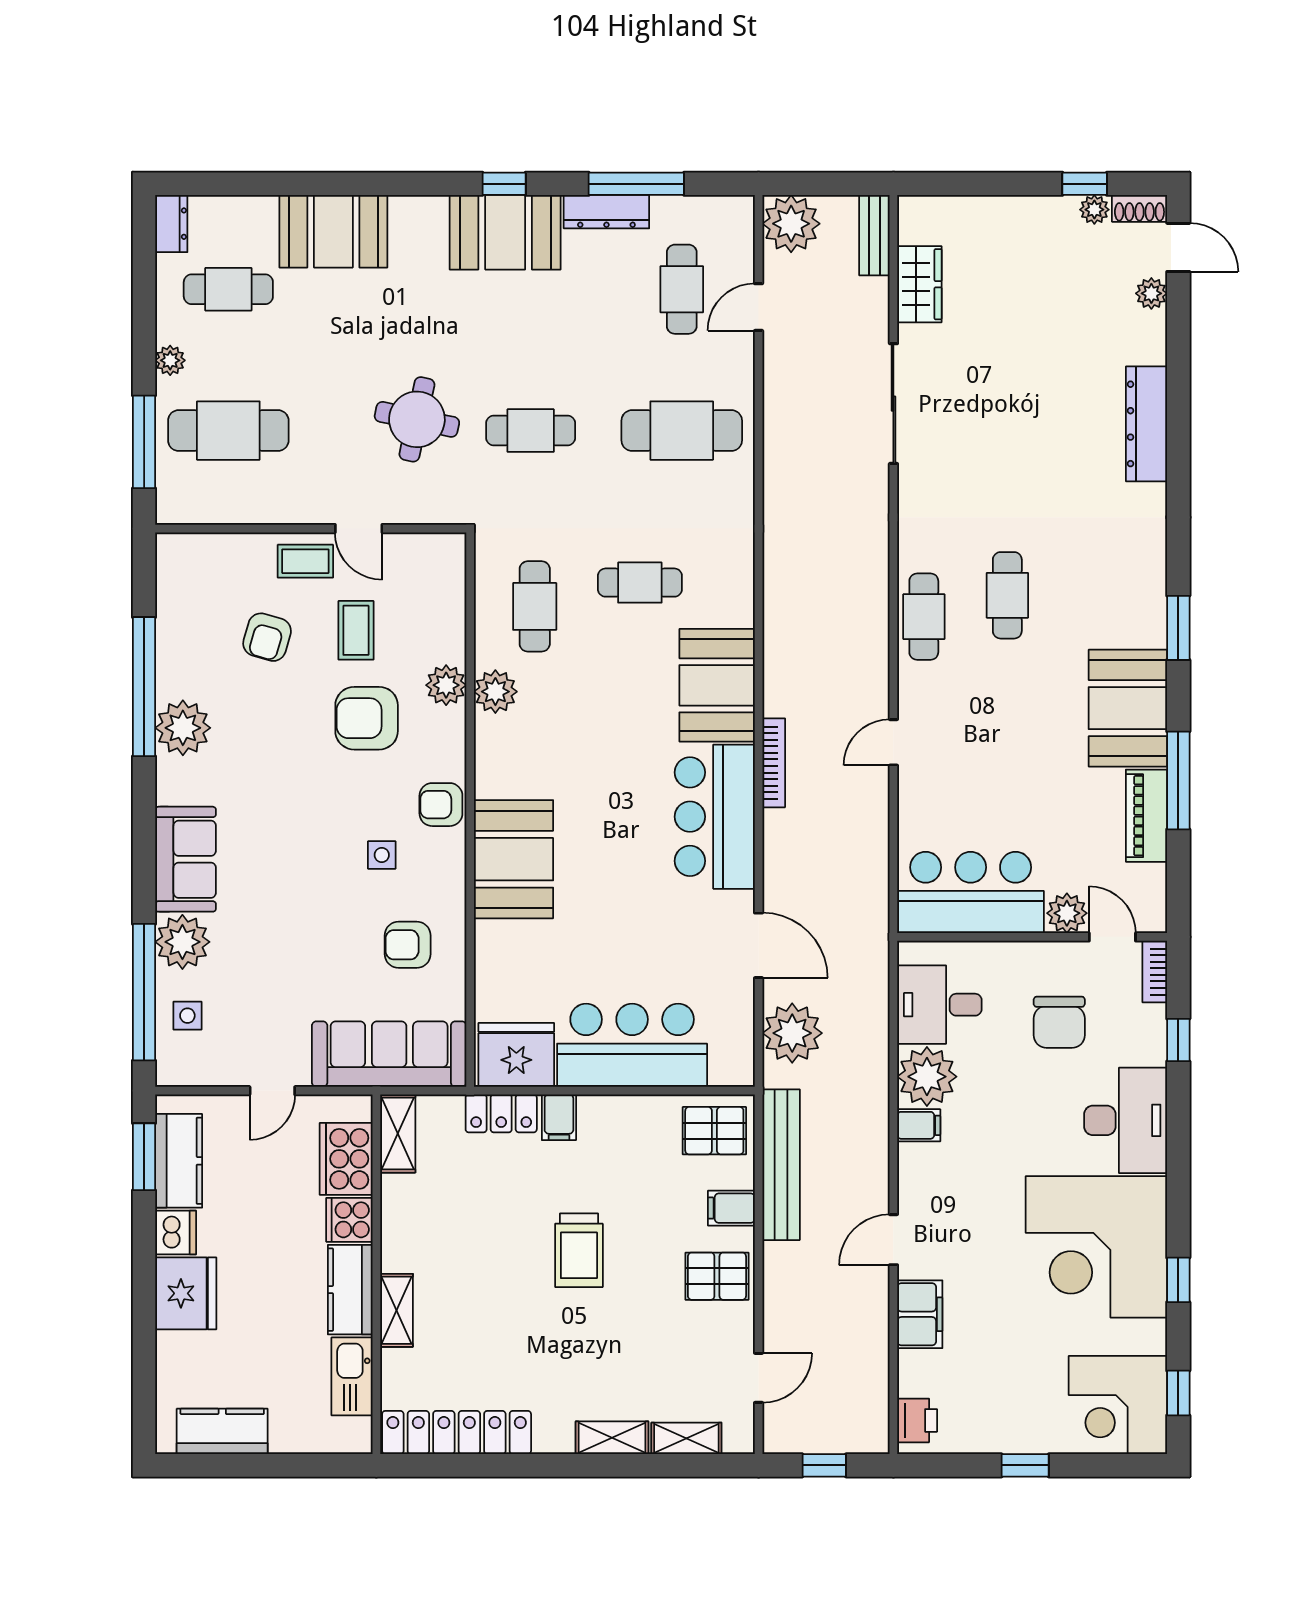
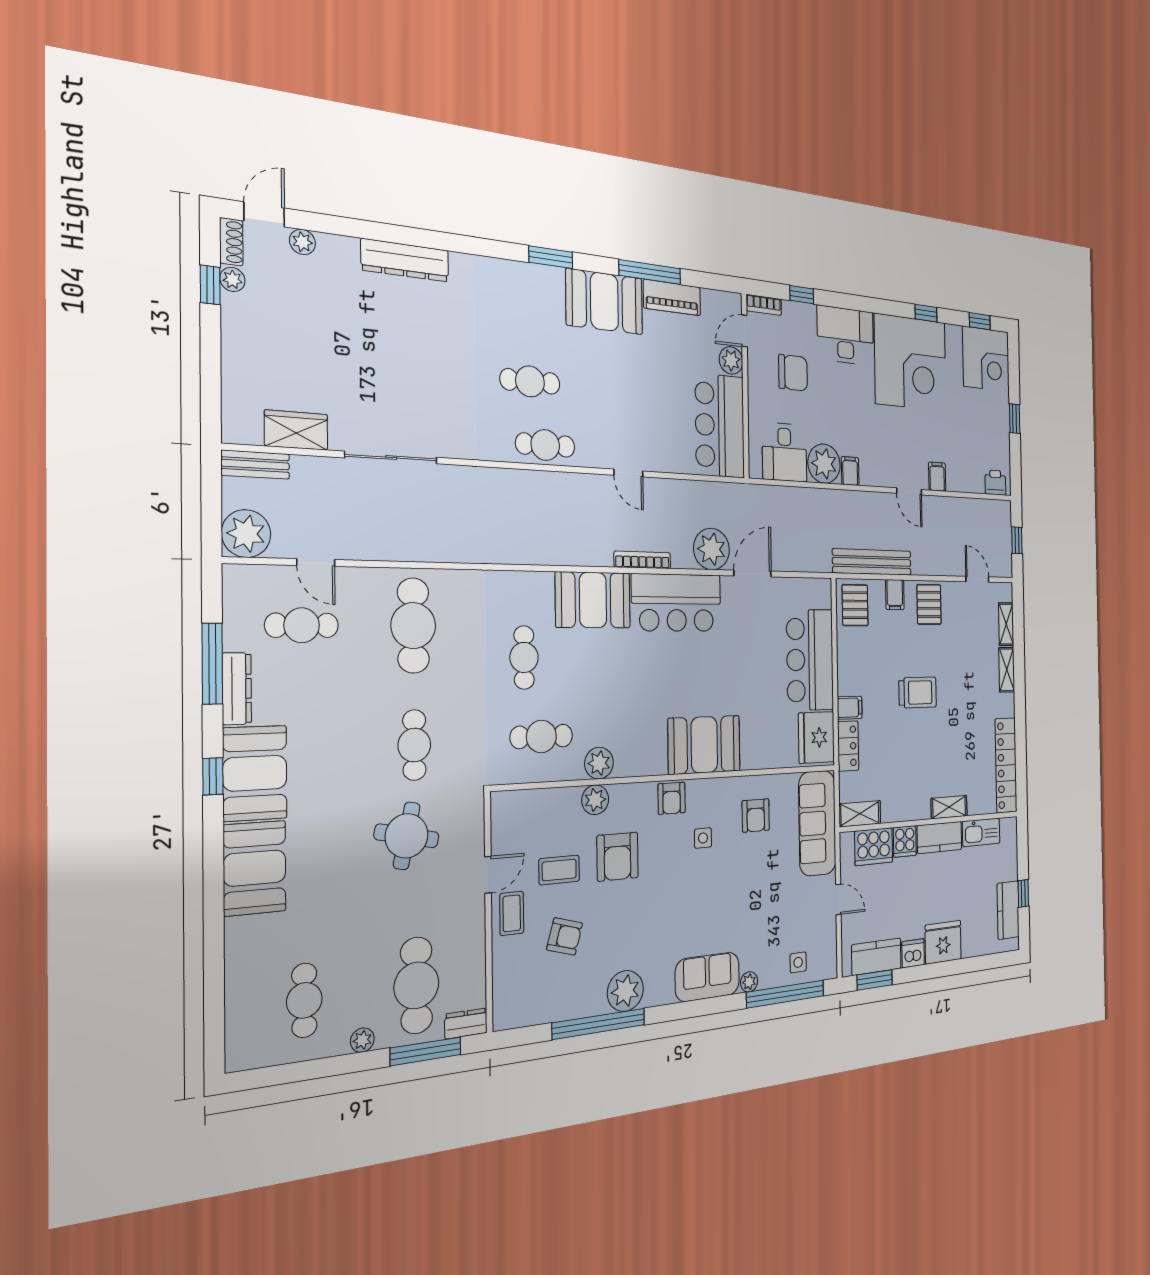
dresser: (171, 224) -> (466, 1023), moved
booth: (333, 231) -> (255, 868), moved
plant: (182, 942) -> (749, 982), width x0.53, depth x0.53
plant: (792, 1033) -> (712, 549), moved
filing cabinet: (920, 1314) -> (937, 477), width x0.50
window: (246, 1465) -> (1023, 893), added

